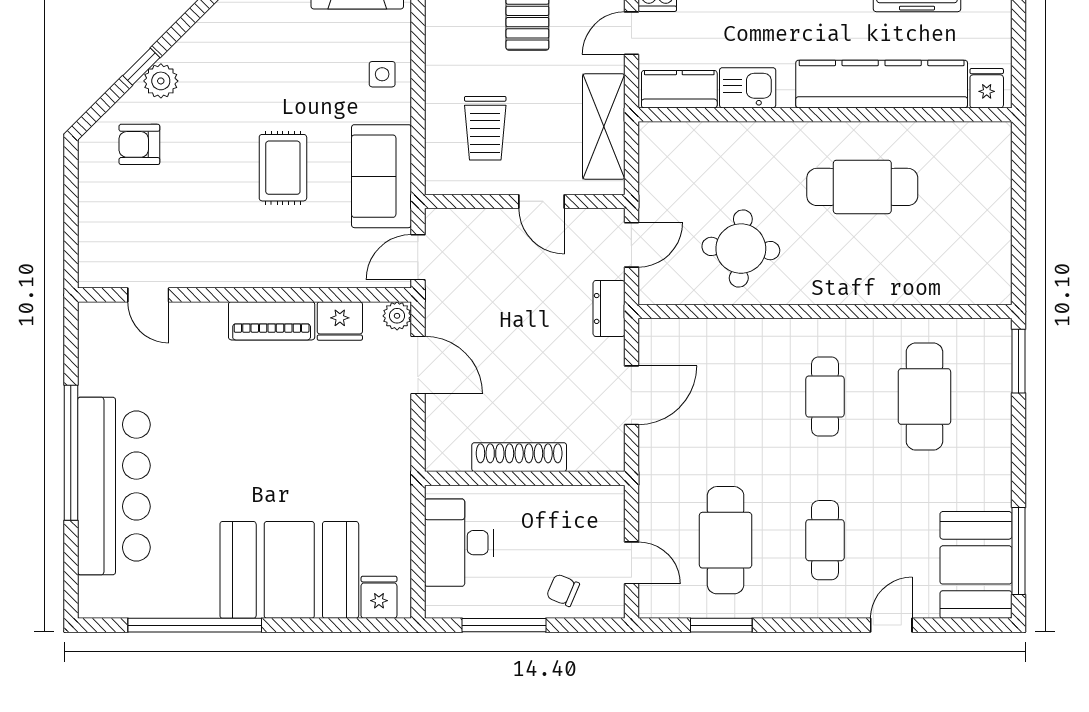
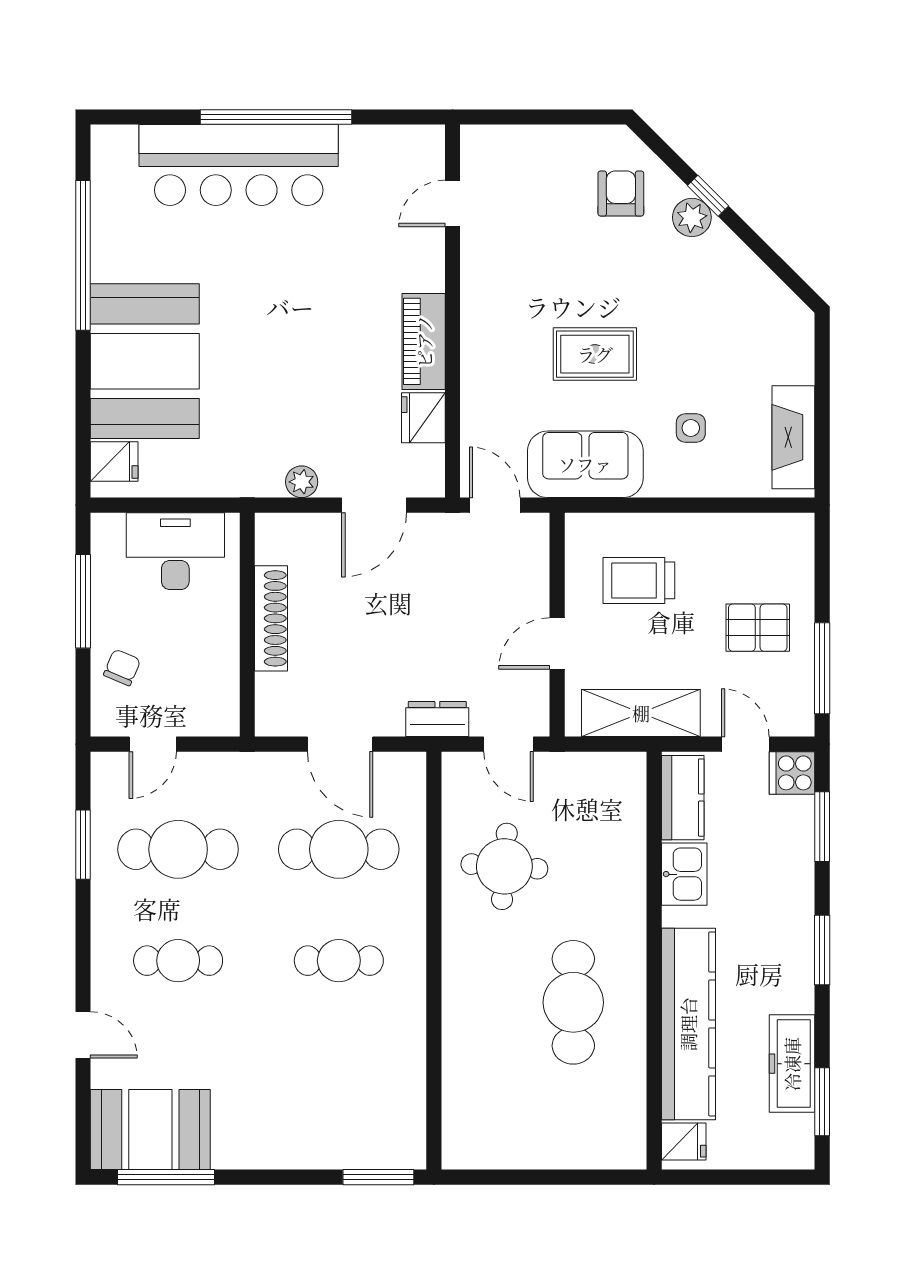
side table: (382, 74) -> (691, 428), moved
plant: (397, 316) -> (302, 482), moved
cafe table: (924, 397) -> (339, 849), moved

